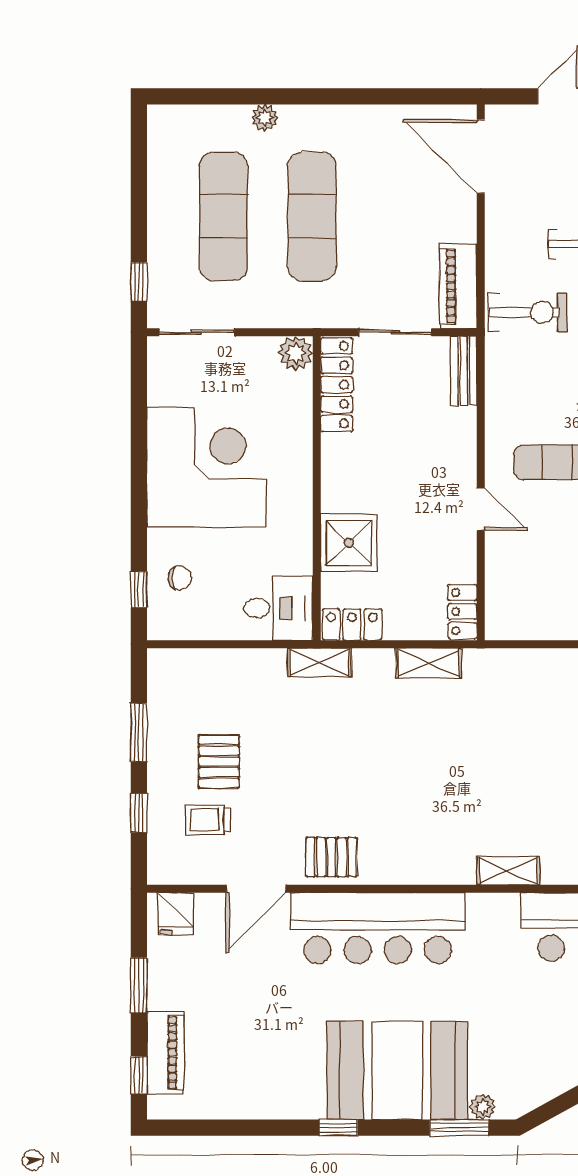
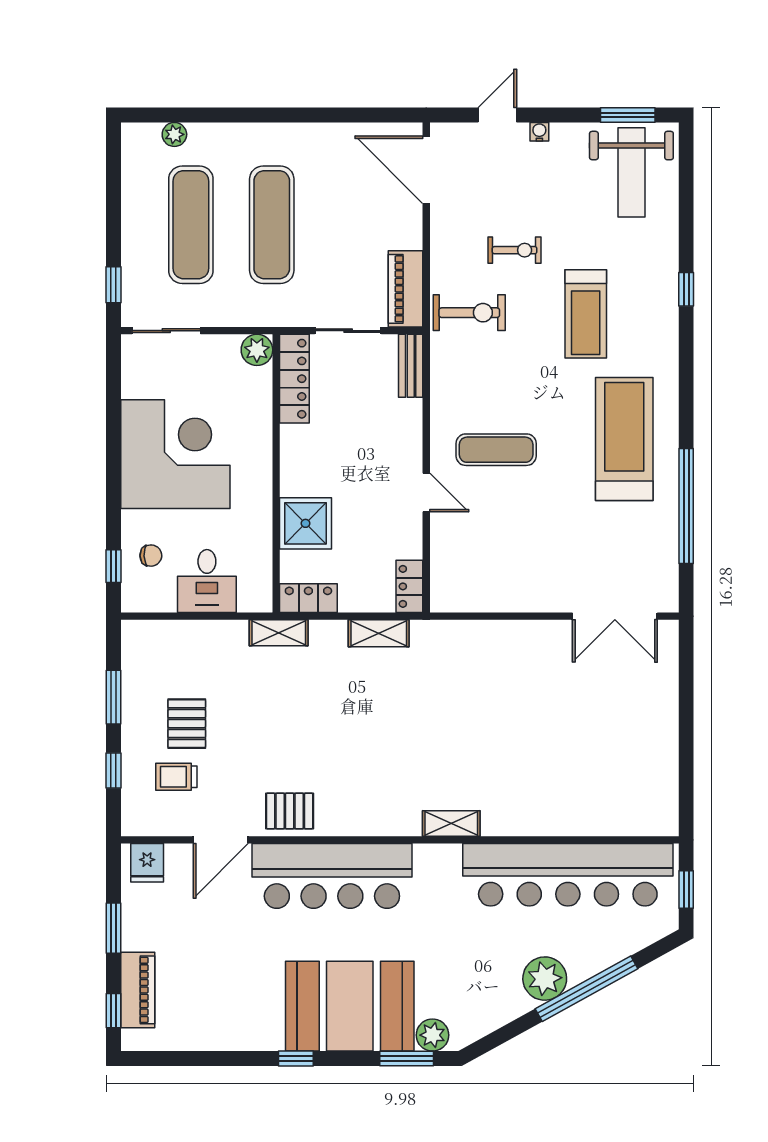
plant: (265, 118) -> (174, 134), moved
desk: (278, 608) -> (207, 581), moved, turned 90
plant: (483, 1107) -> (432, 1035), width x1.38, depth x1.38

